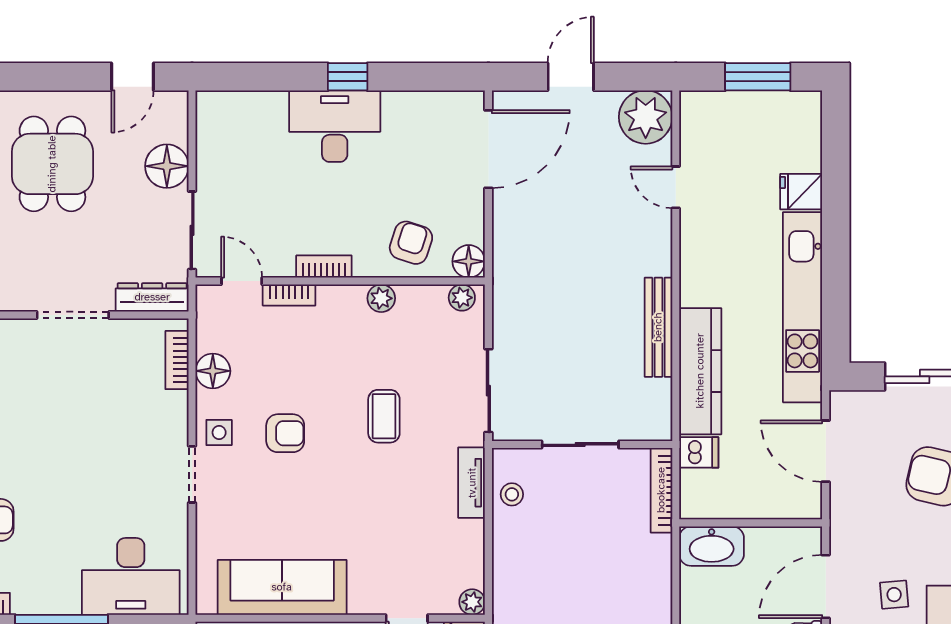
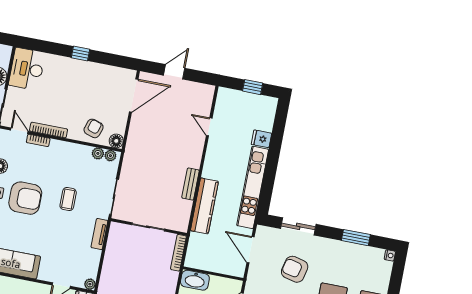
window: (758, 77) -> (253, 87), width x0.67
plant: (646, 117) -> (202, 95), removed
desk: (335, 126) -> (27, 69), moved, turned -90
bookcase: (324, 267) -> (49, 130), width x1.56
plant: (381, 298) -> (98, 153), moved
bench: (658, 327) -> (190, 184), width x0.73
armchair: (285, 433) -> (25, 198), width x1.88, depth x1.88
dishwasher: (699, 452) -> (197, 240), removed
stool: (512, 494) -> (115, 242), removed

